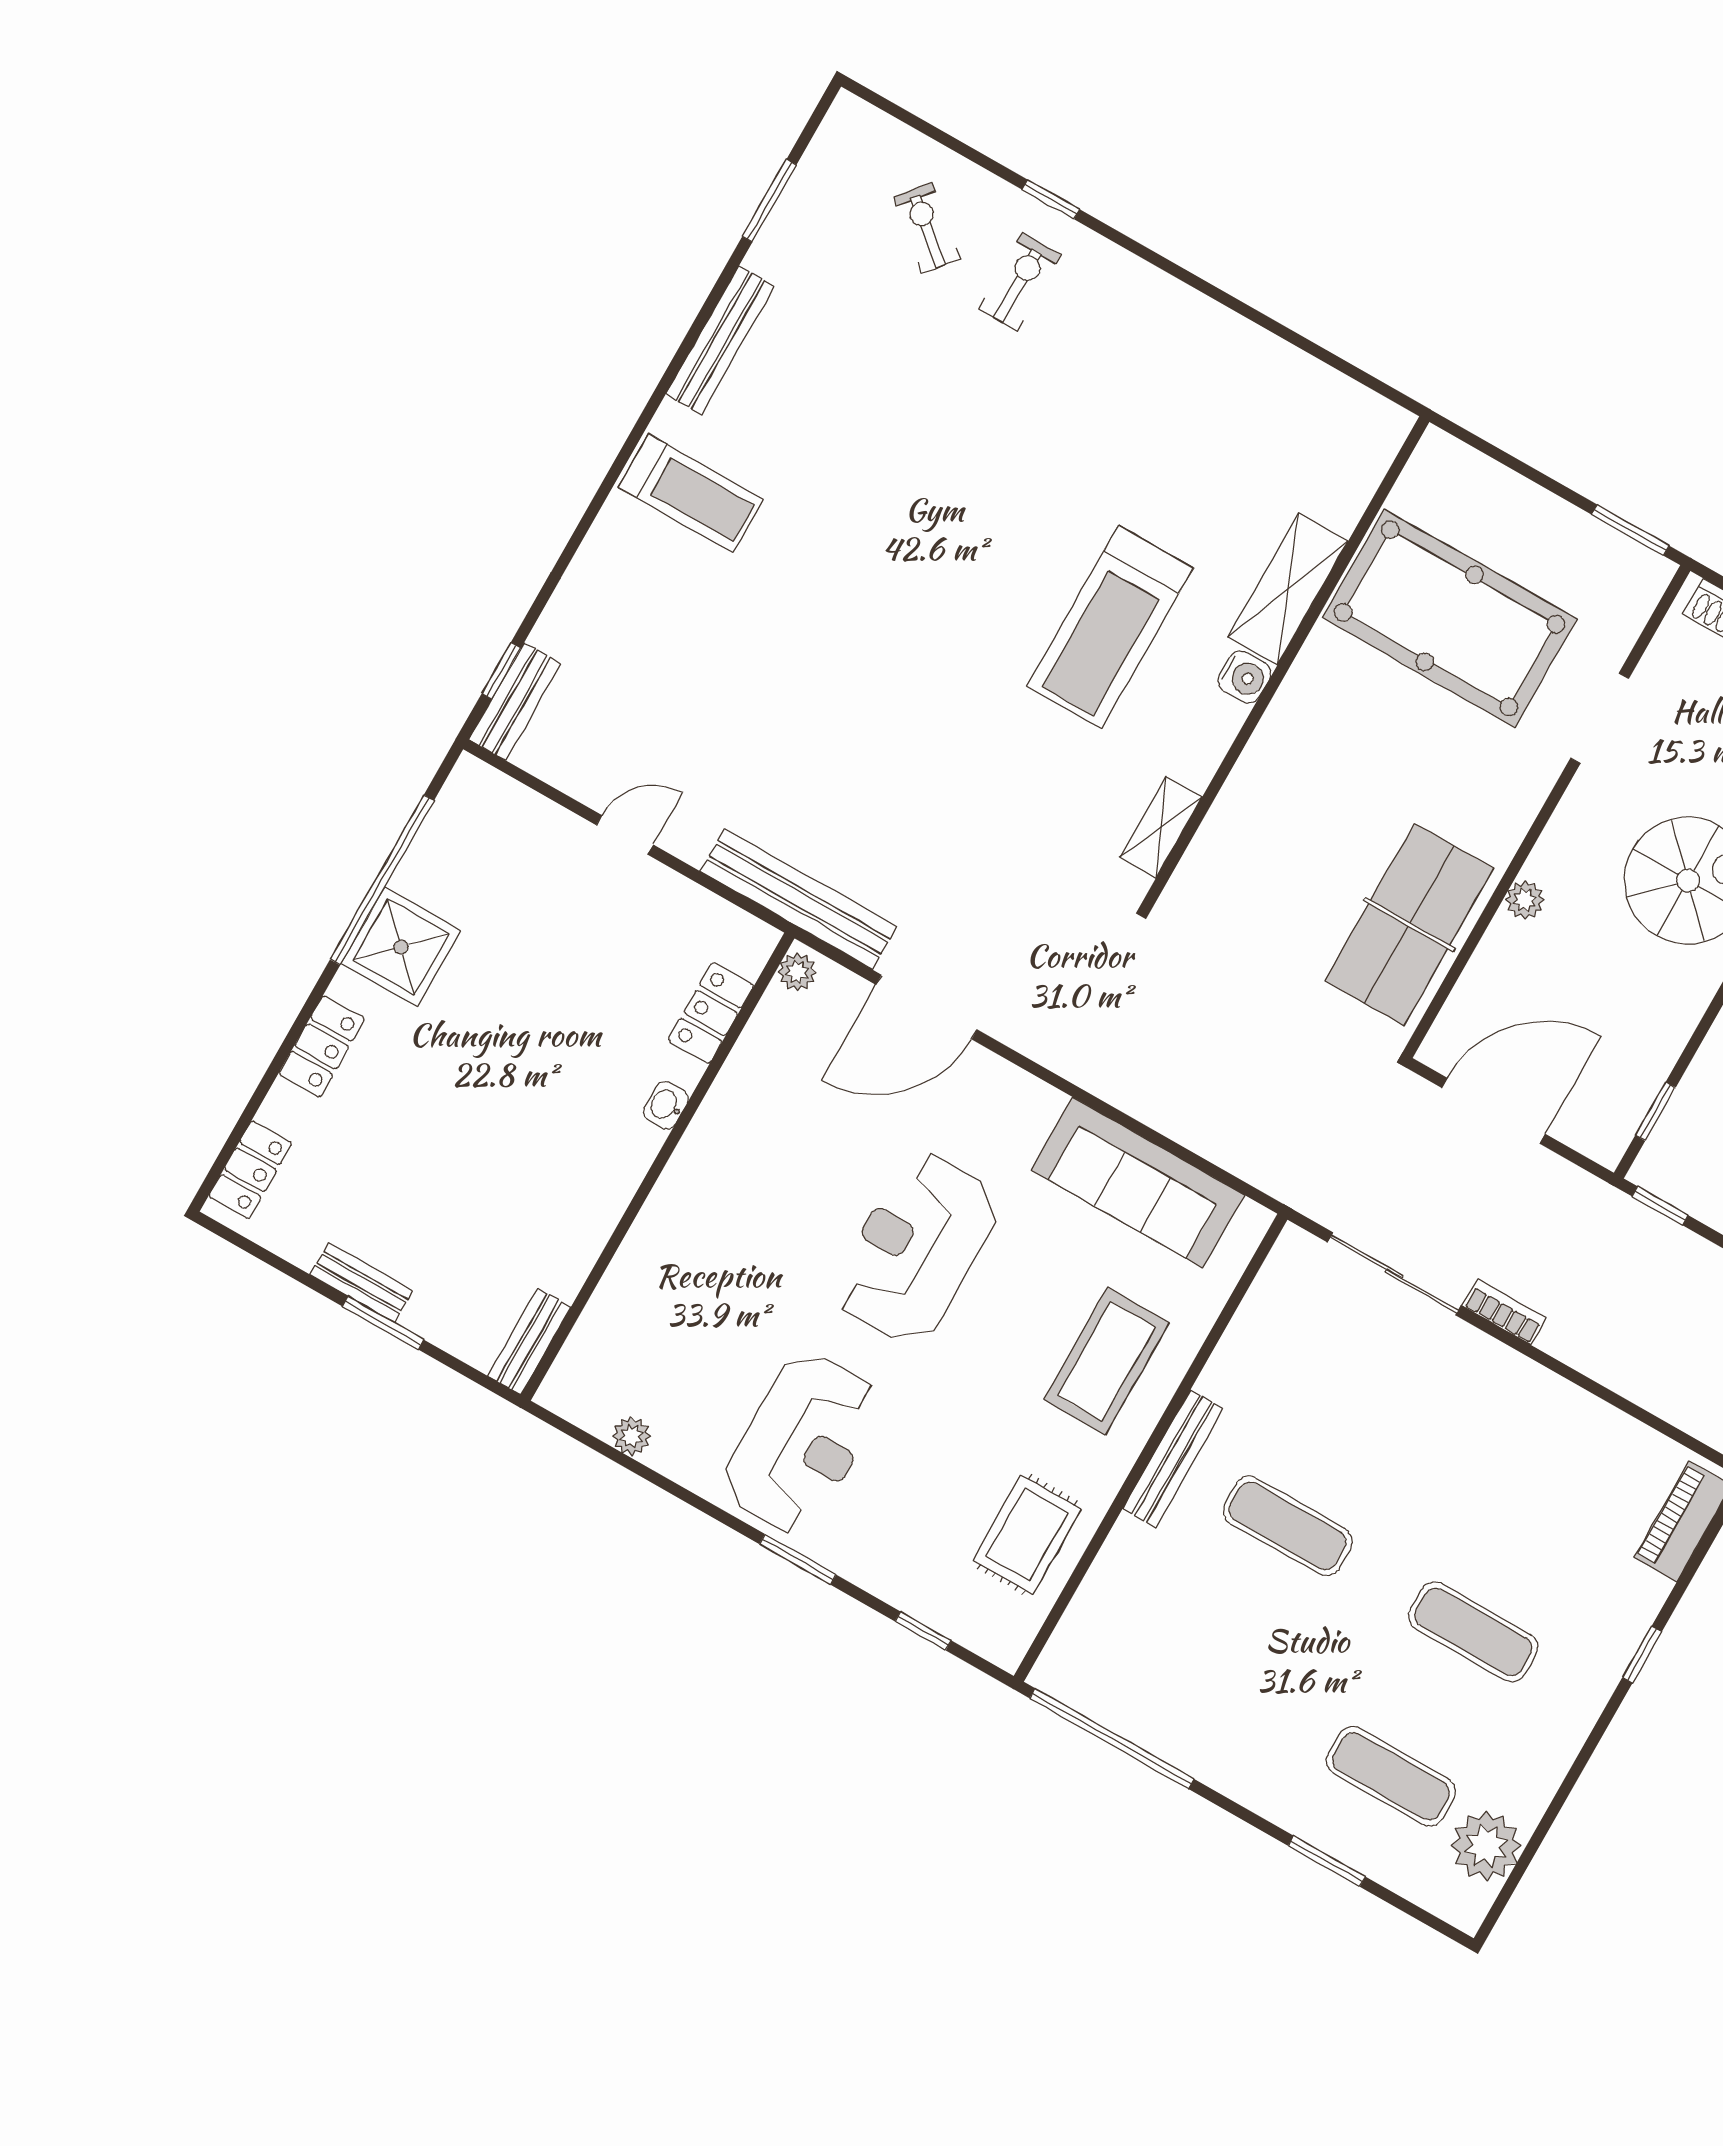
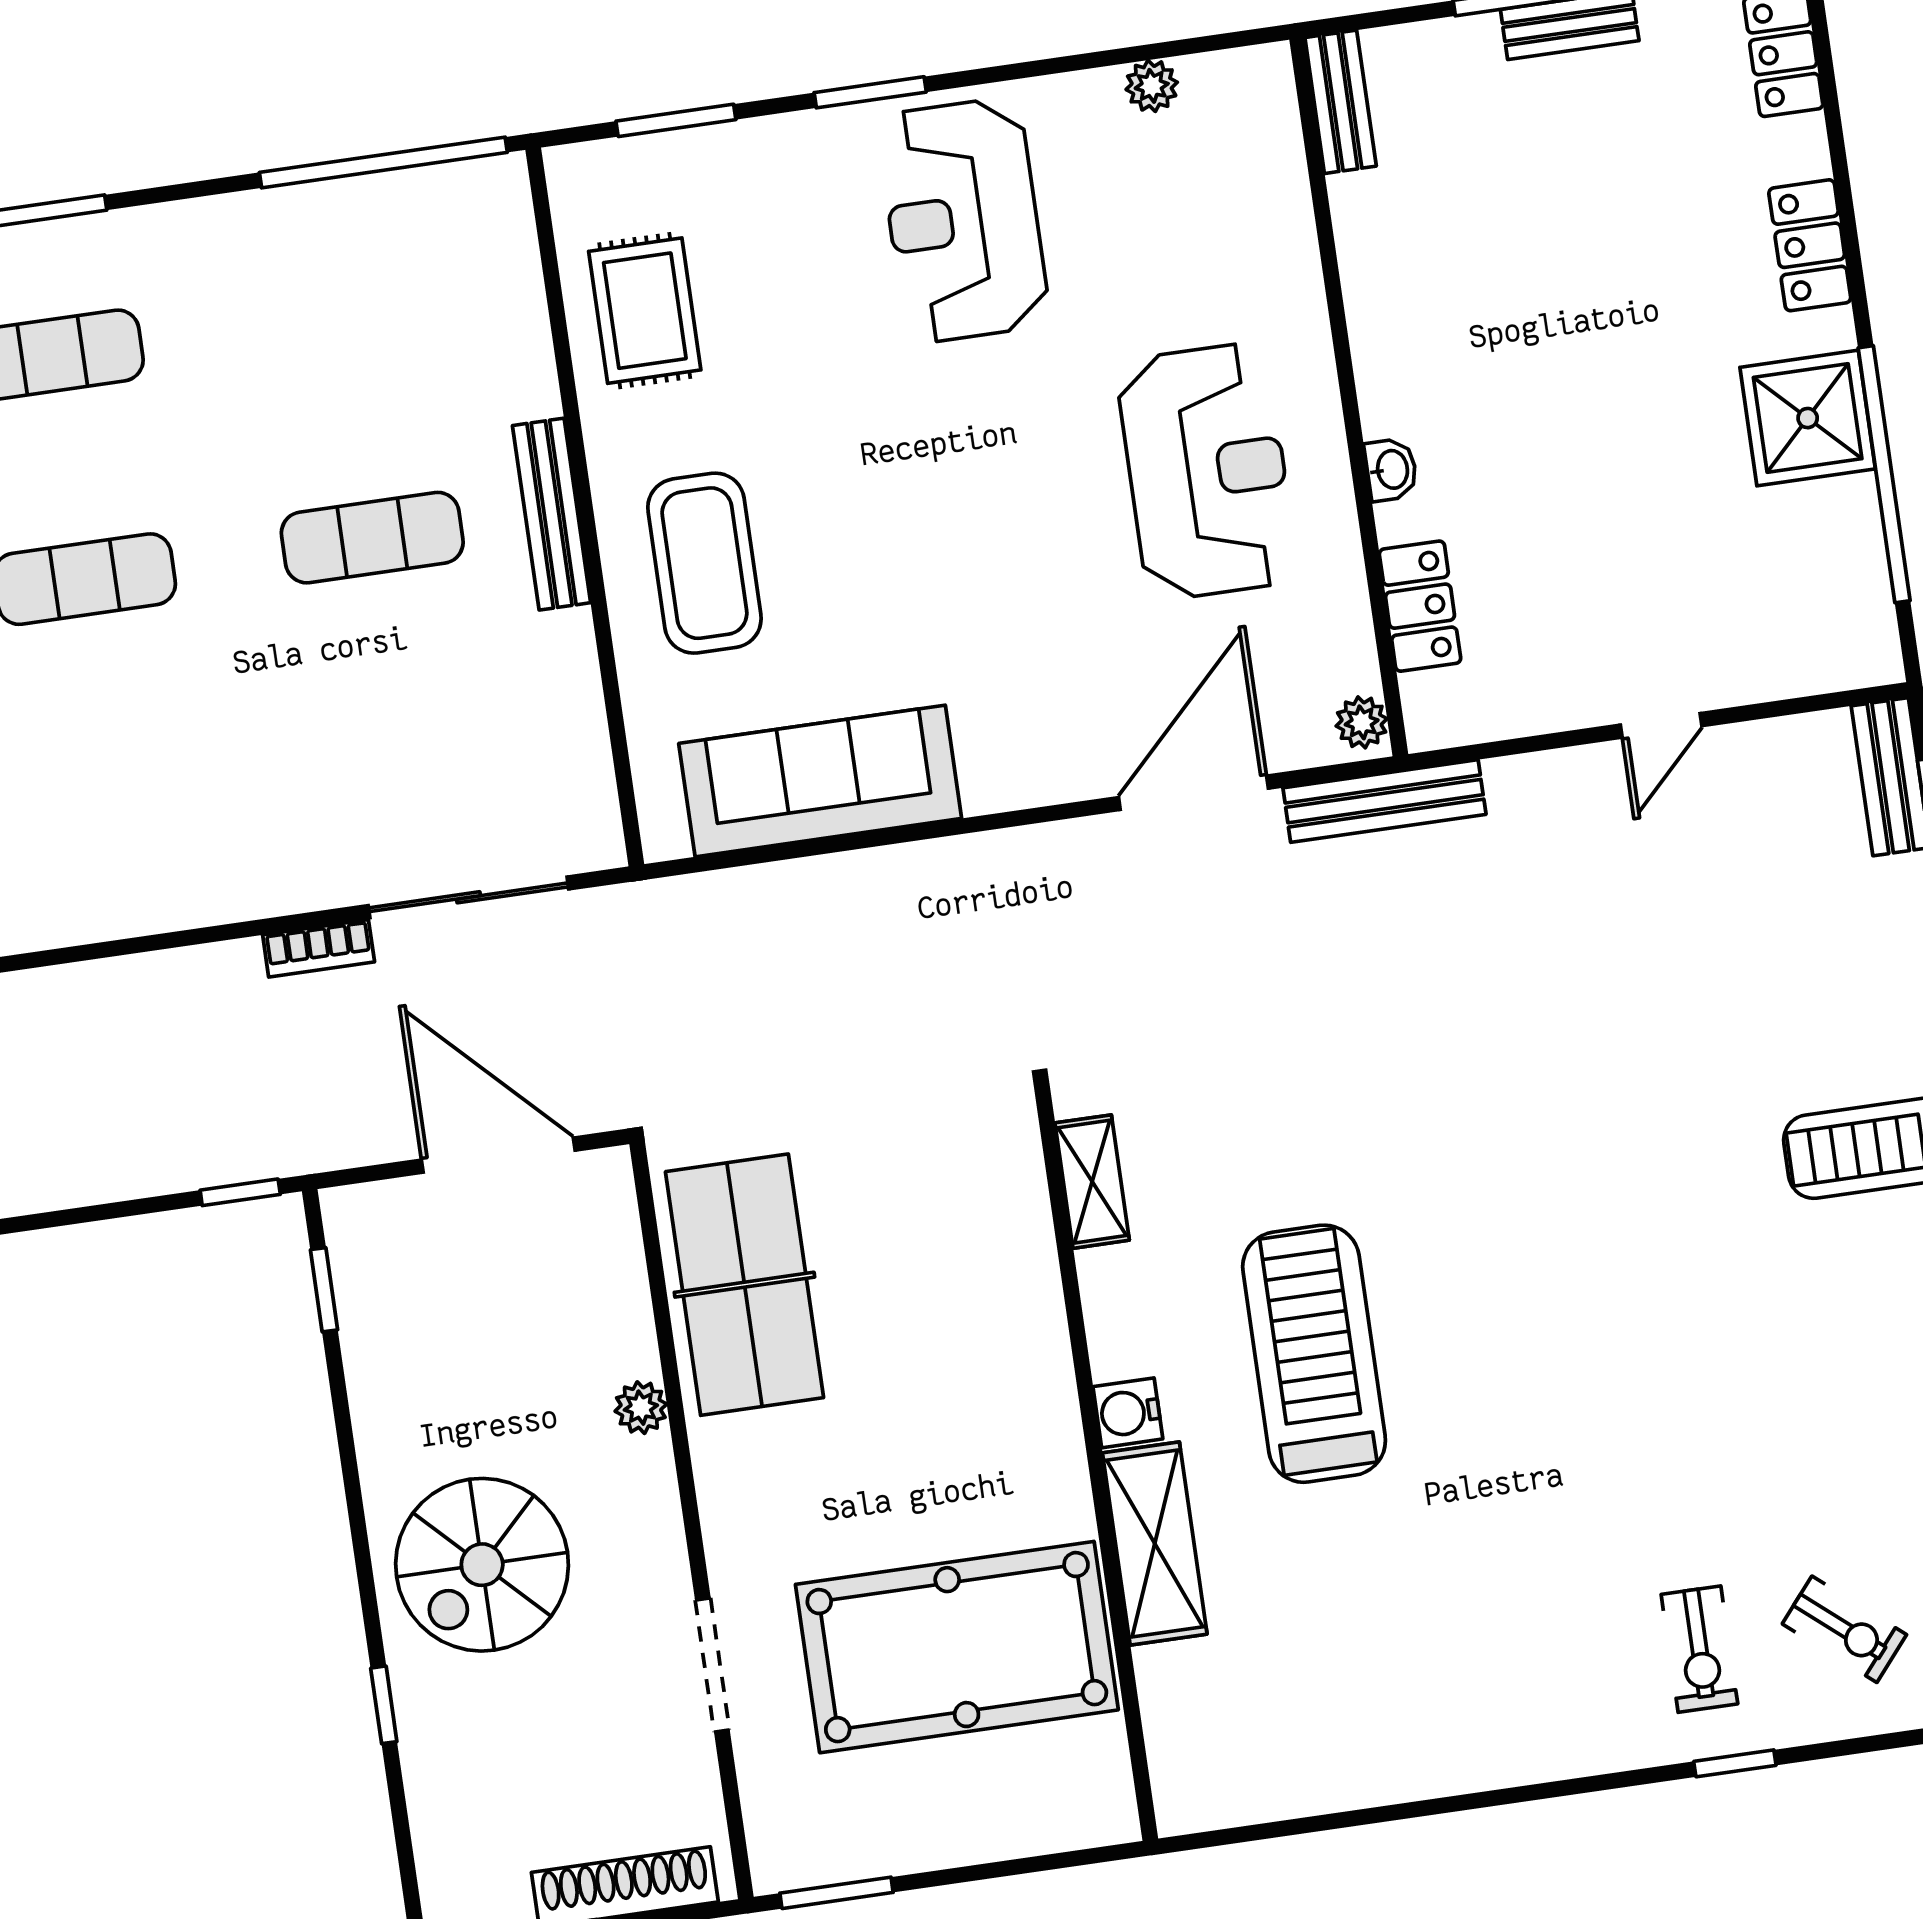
bench: (799, 899) -> (1384, 801), width x0.73, depth x0.82
door: (1493, 1111) -> (498, 1155), swing flipped
reception desk: (916, 1248) -> (1207, 471), moved
window: (923, 1631) -> (676, 120), width x1.50

